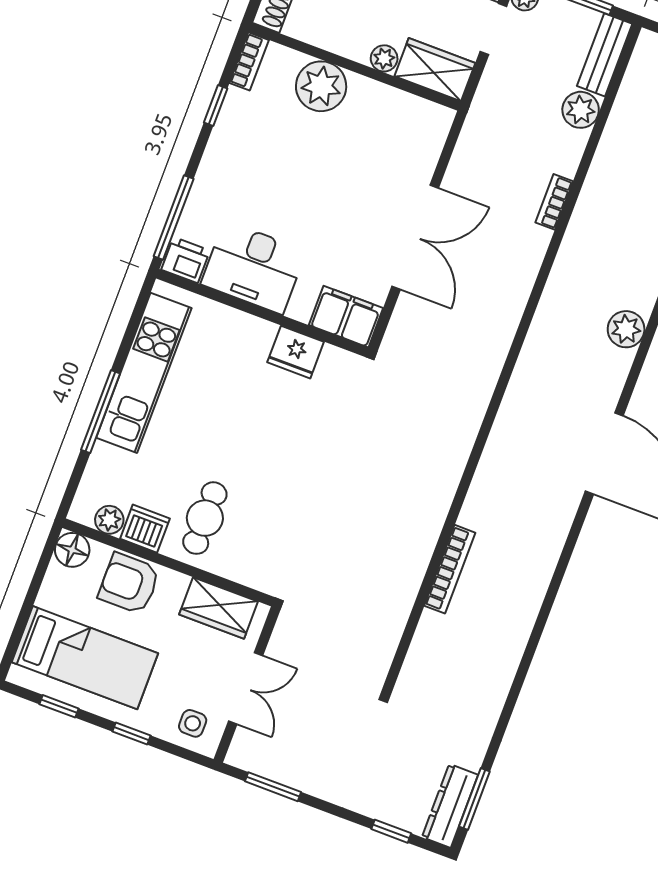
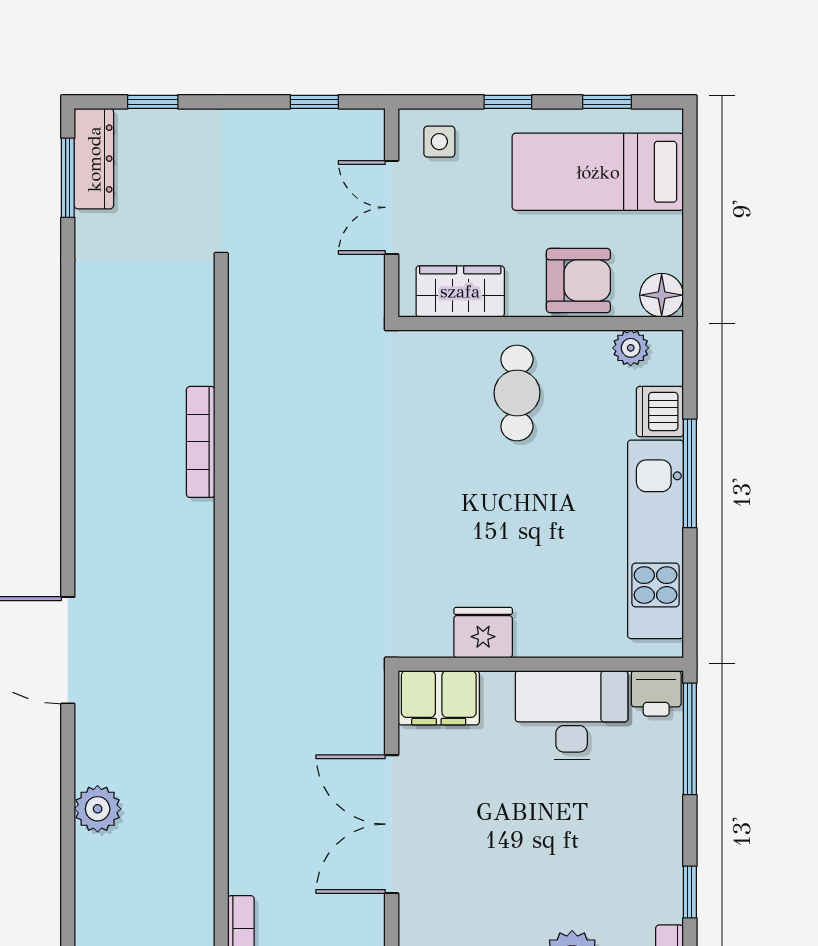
dishwasher: (145, 529) -> (660, 411), moved, turned 90
window: (273, 787) -> (314, 102), width x0.67

